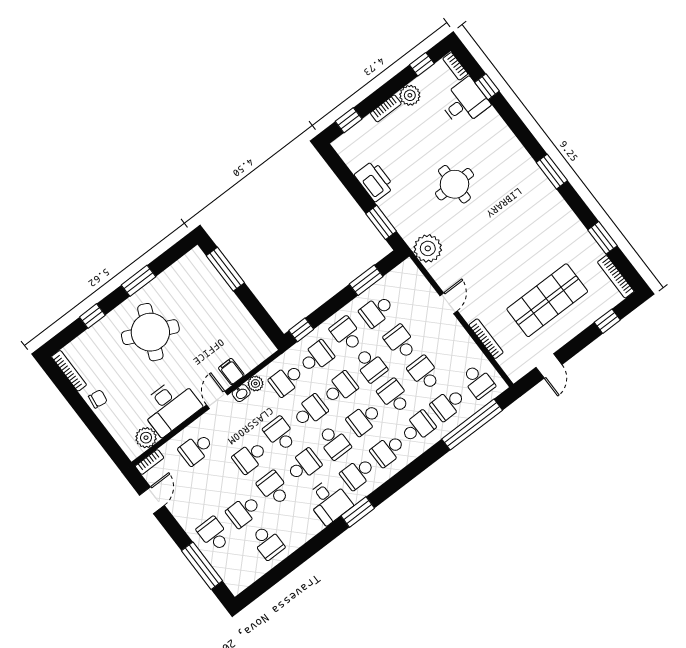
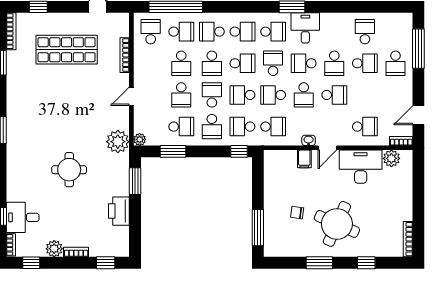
plant: (255, 383) -> (140, 139), moved
chair: (98, 399) -> (297, 213), moved

